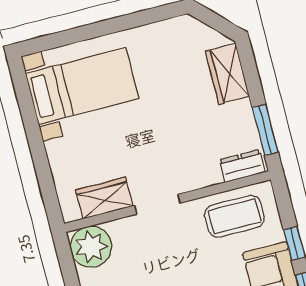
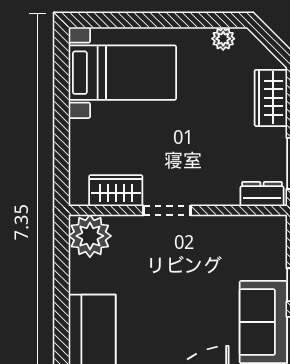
plant: (168, 30) -> (223, 39), added
coffee table: (234, 216) -> (241, 242), removed

